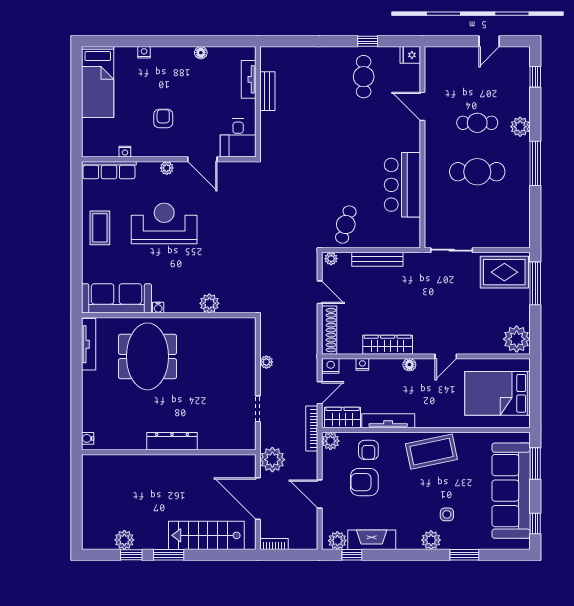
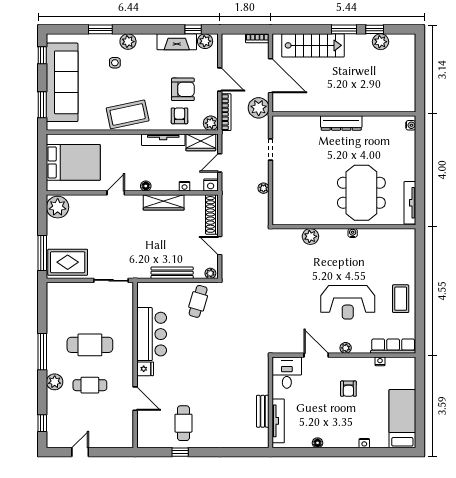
fridge: (410, 55) -> (145, 369), moved
tv unit: (249, 79) -> (278, 421), width x1.41
sofa: (117, 298) -> (387, 241), removed
bookcase: (312, 428) -> (226, 112), moved

